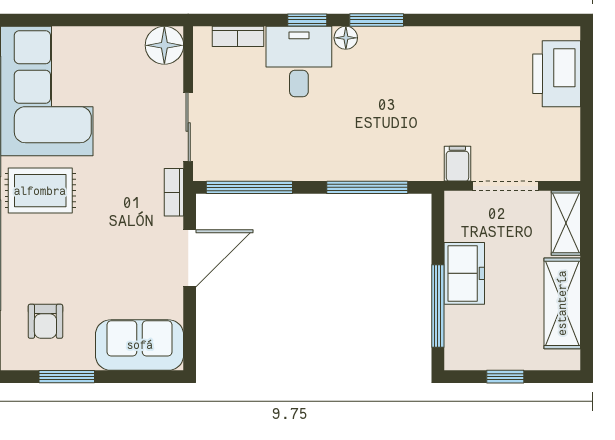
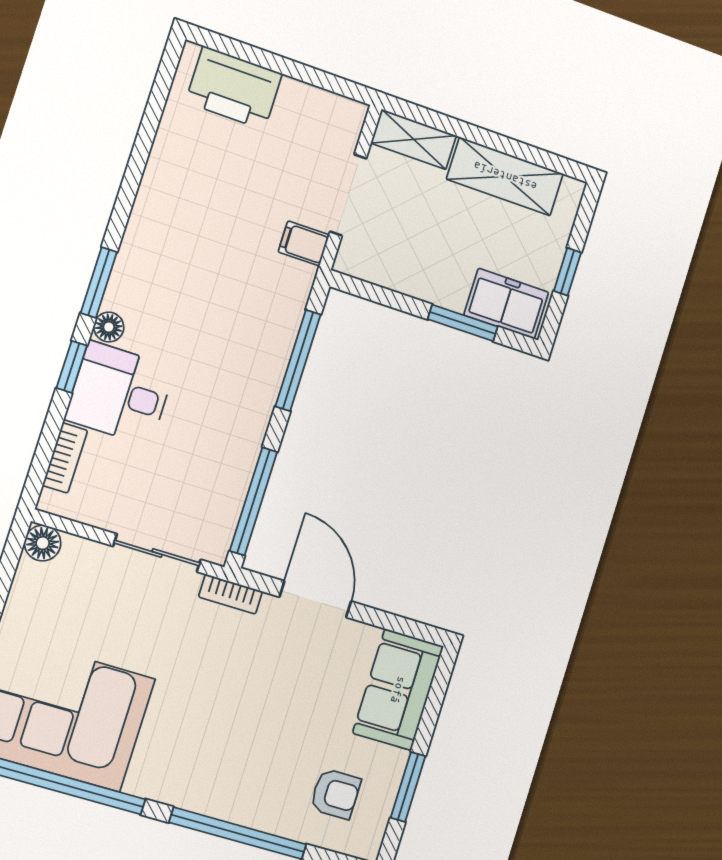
floor lamp: (164, 45) -> (43, 543), width x0.73, depth x0.73
rug: (40, 191) -> (177, 756), removed
freezer: (464, 273) -> (506, 304), moved
window: (438, 306) -> (463, 323), width x0.69

